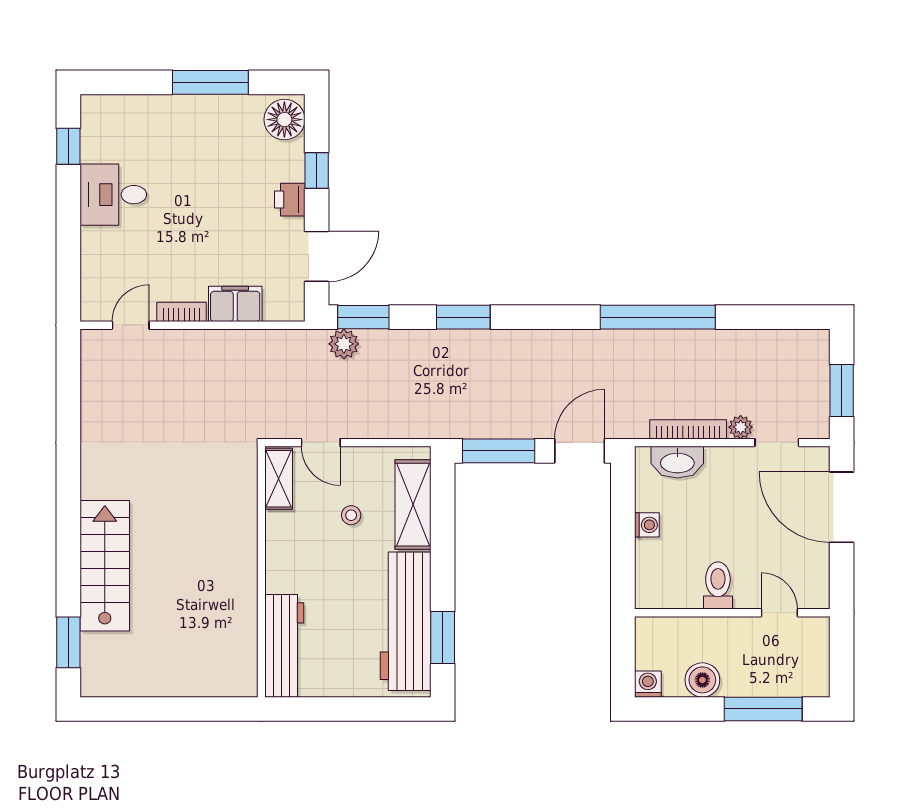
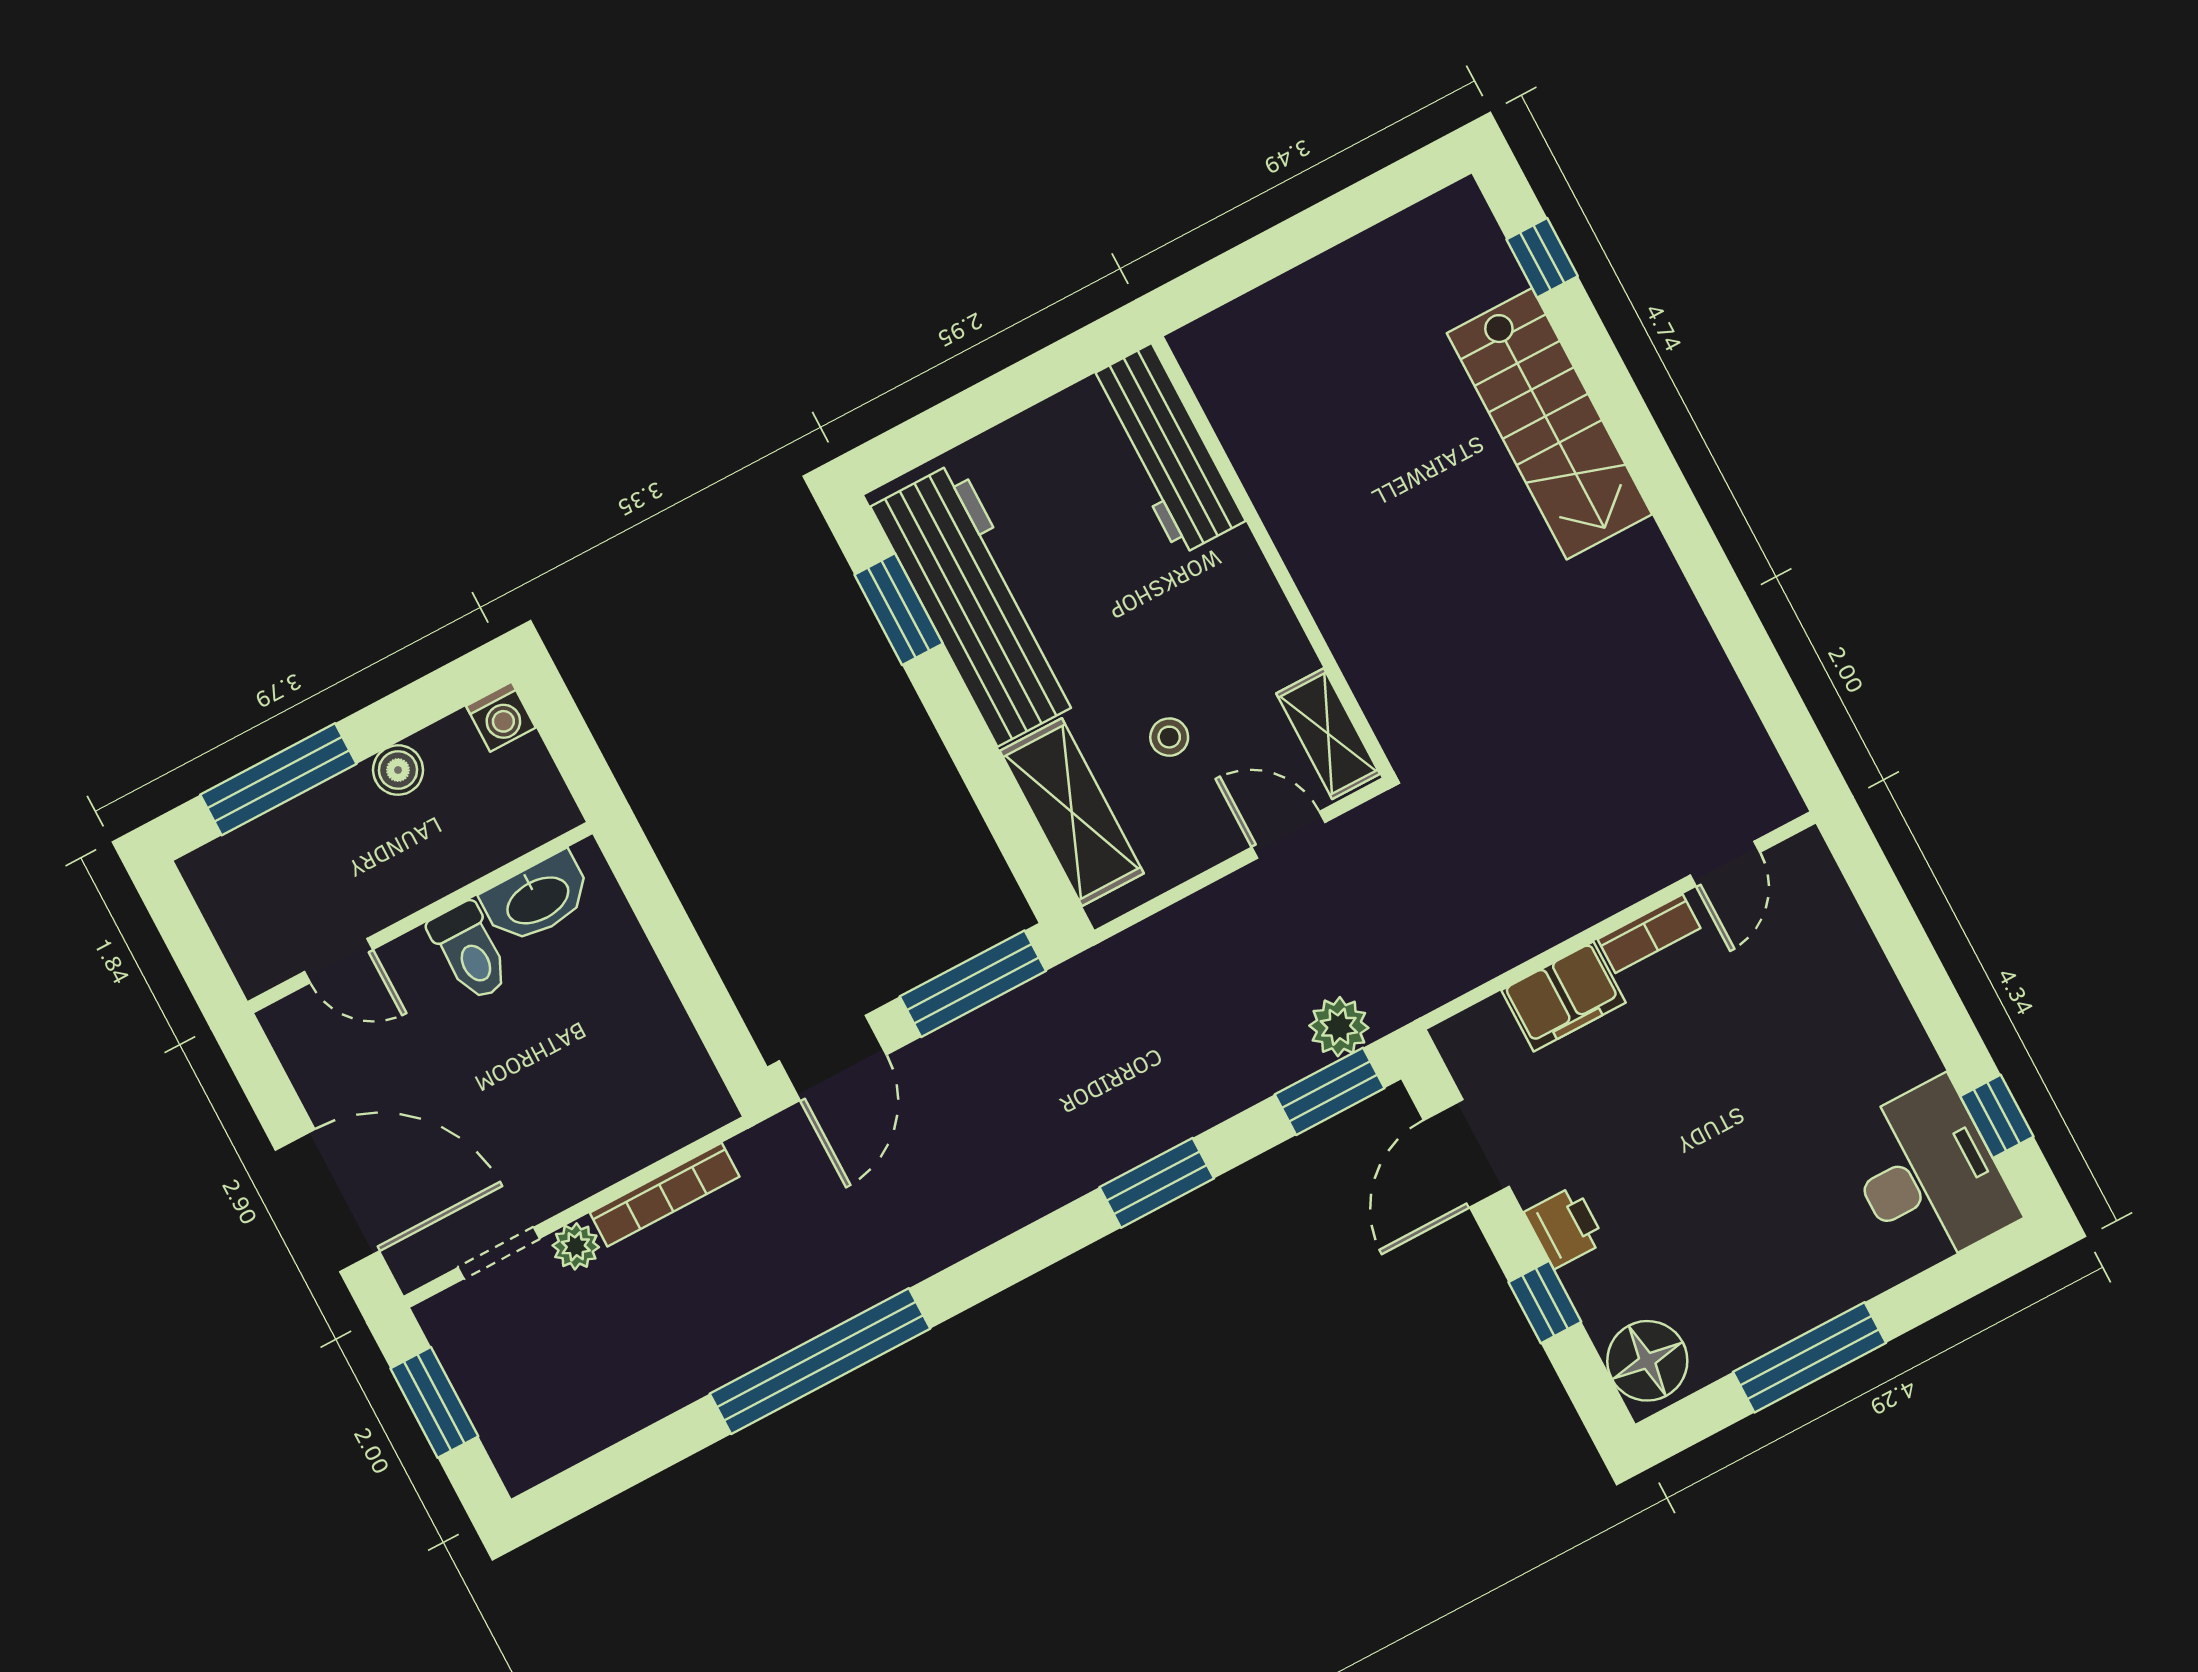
desk: (113, 195) -> (1928, 1175), moved, width x1.37
washbasin: (677, 462) -> (537, 899), moved, turned 180
washing machine: (647, 525) -> (648, 991), removed
window: (68, 642) -> (1542, 258), width x0.67
boiler: (702, 680) -> (398, 770), width x0.73, depth x0.73

